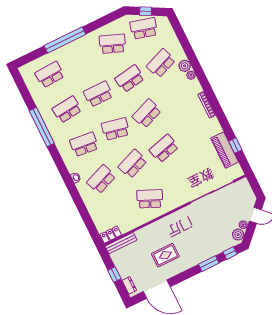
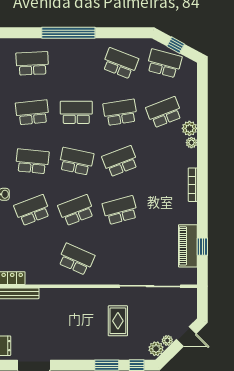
rug: (165, 255) -> (118, 321), moved, turned 90

